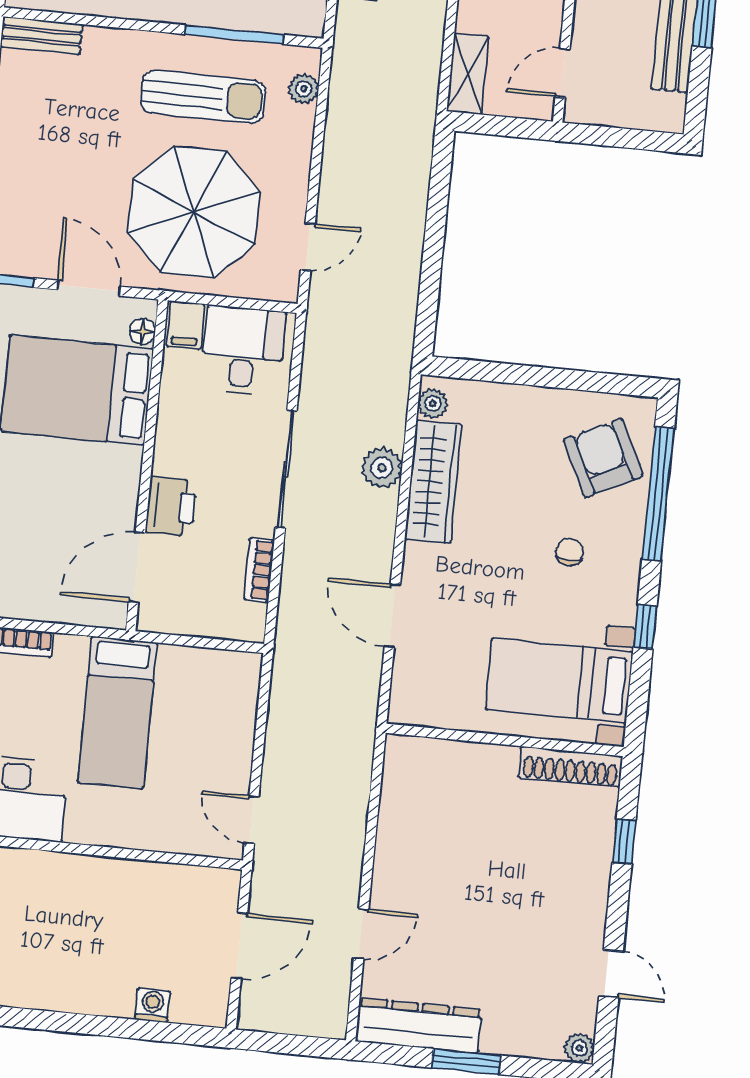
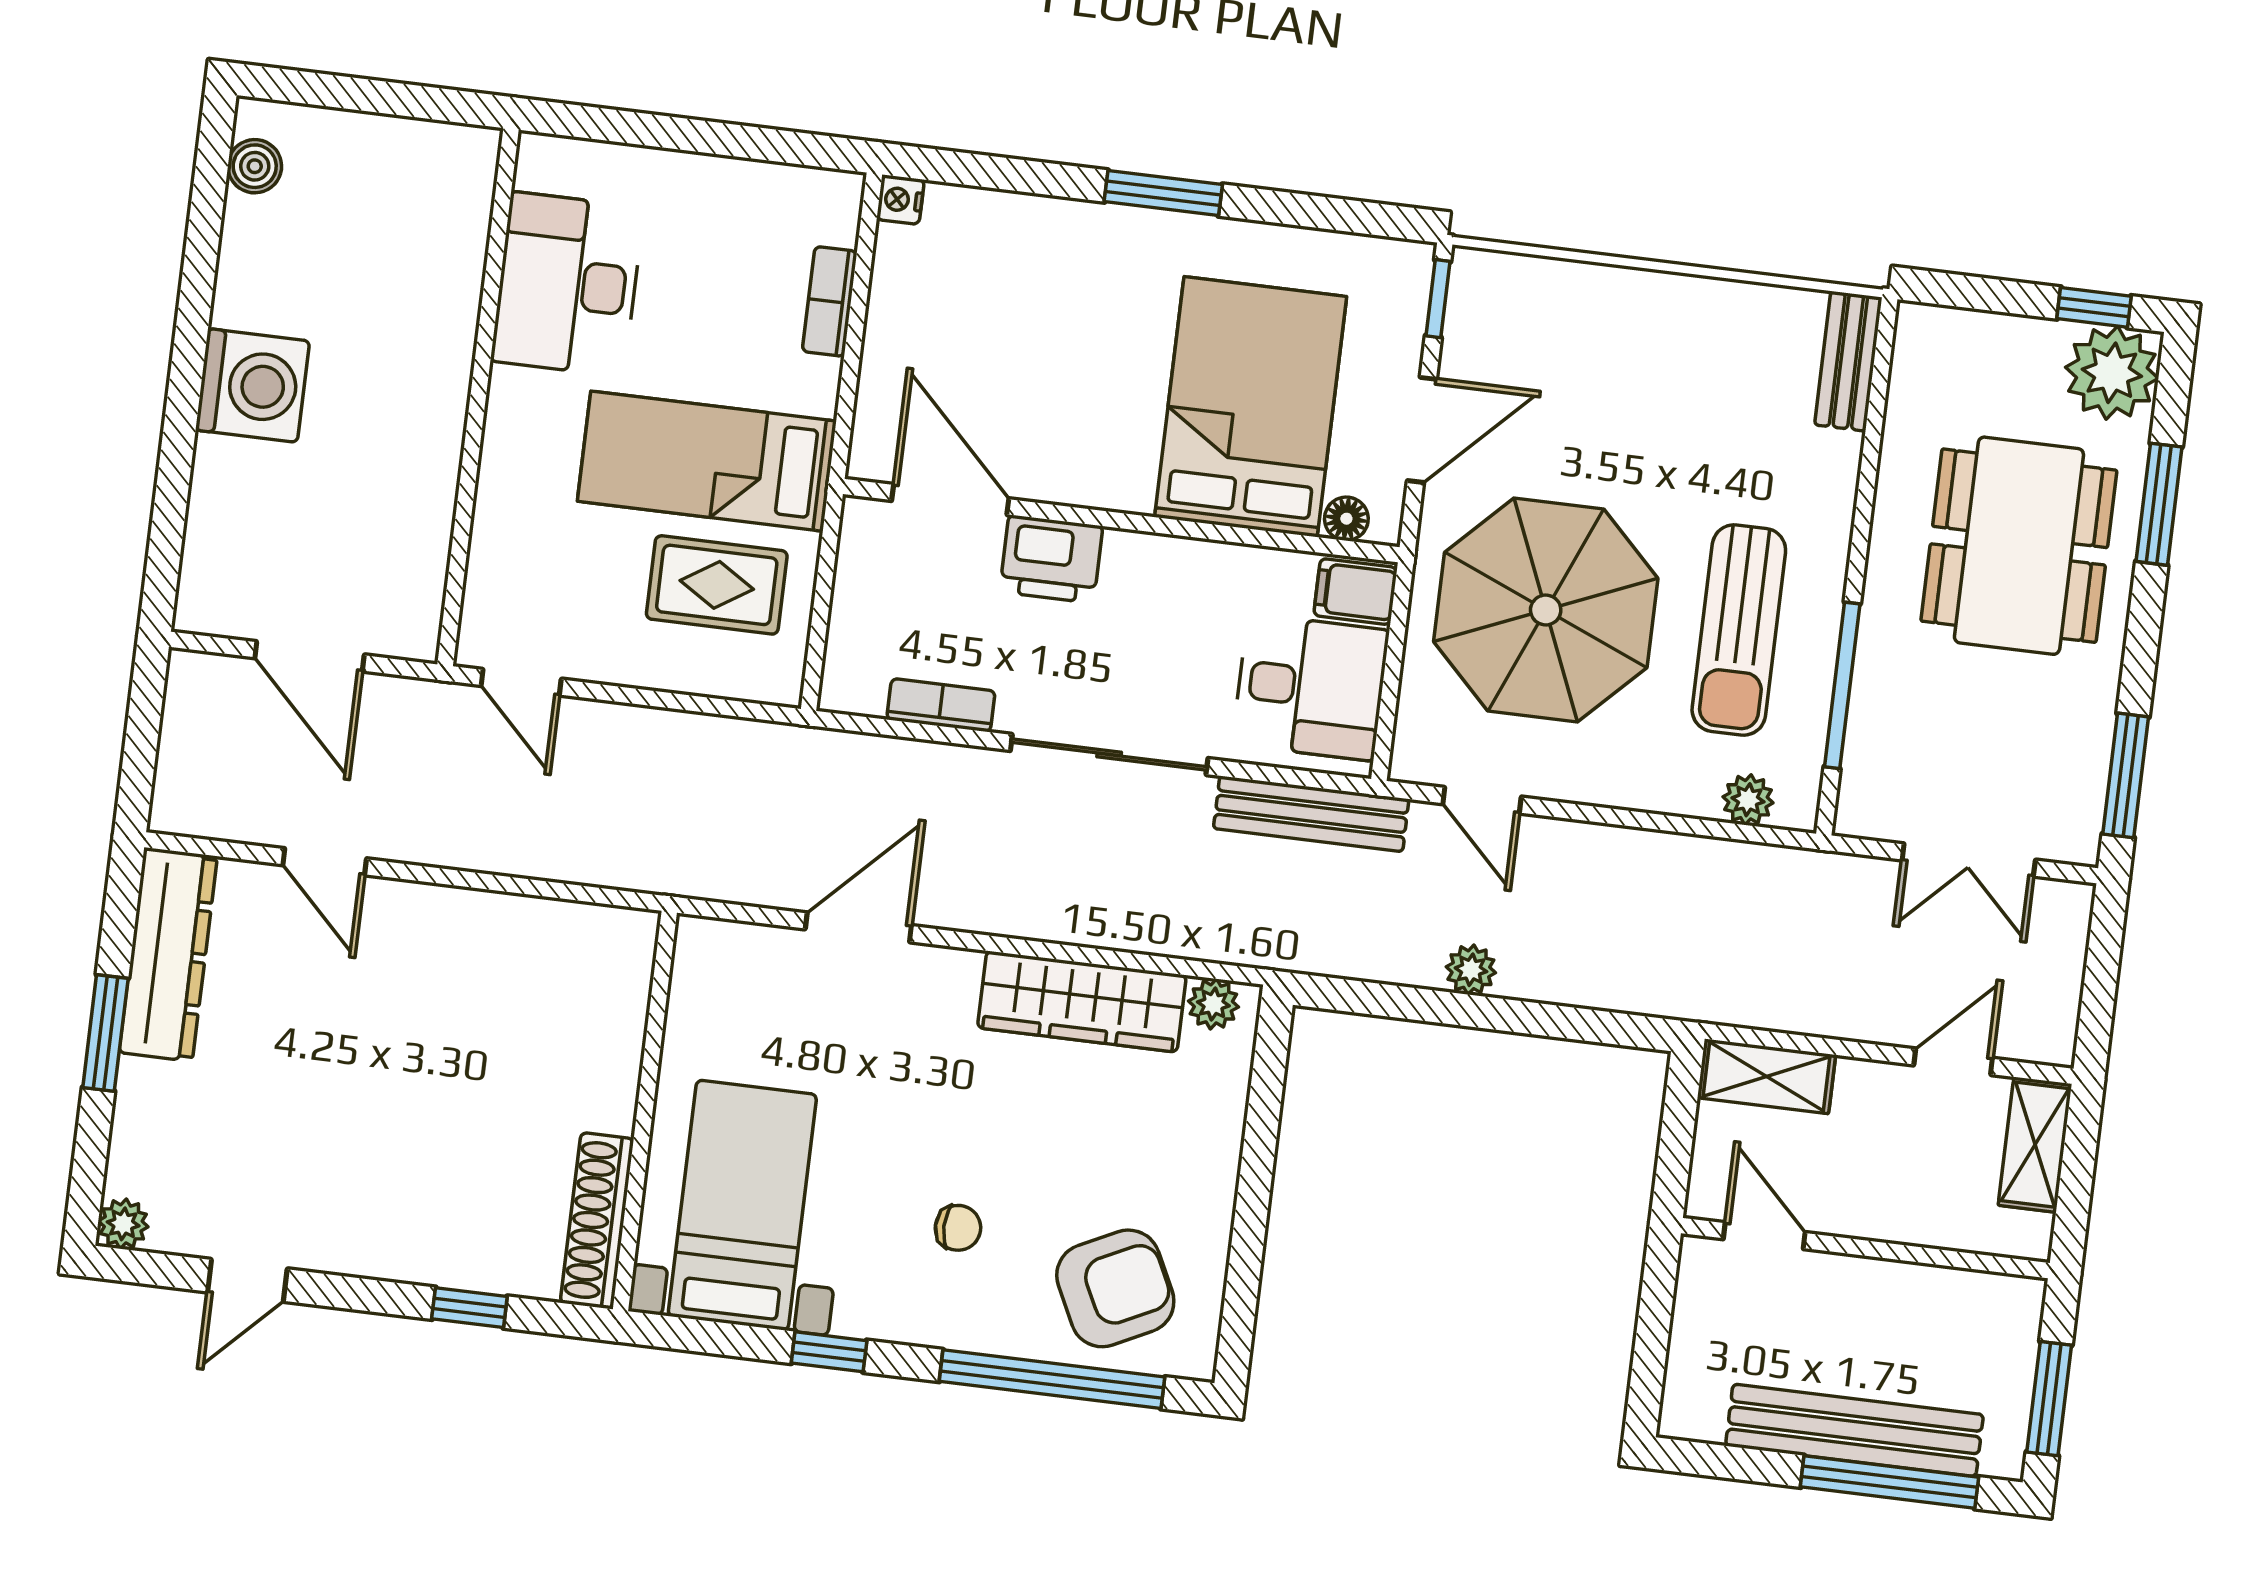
bench: (318, 348) -> (1311, 814), added
plant: (382, 468) -> (1471, 970), moved, width x0.73, depth x0.73
rug: (191, 705) -> (717, 585), added
door: (252, 820) -> (521, 682), swing flipped
washing machine: (152, 1005) -> (253, 385), moved, width x1.89, depth x1.89

